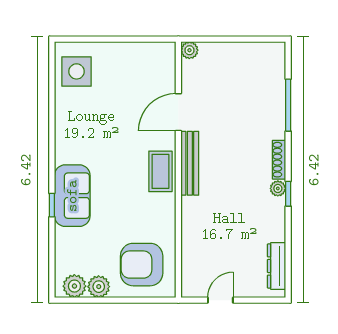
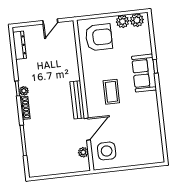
plant: (189, 50) -> (83, 152), moved
side table: (77, 71) -> (107, 151), moved
coffee table: (160, 171) -> (111, 92), moved

